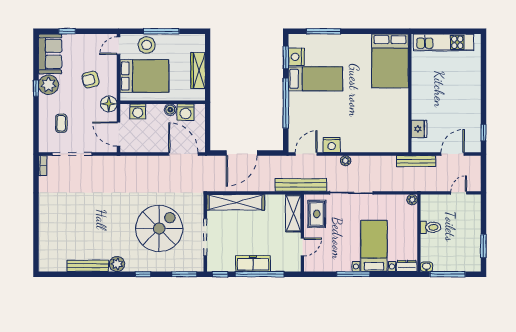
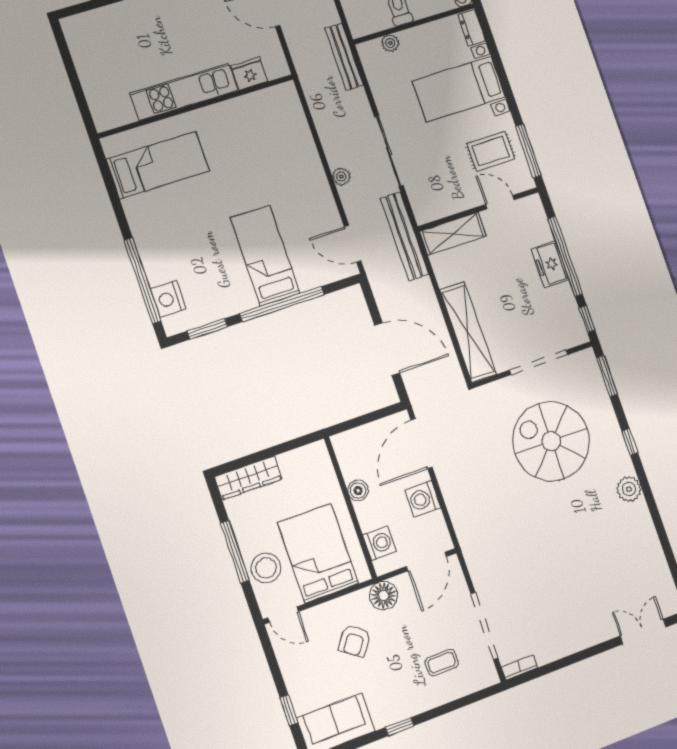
window: (324, 31) -> (143, 281), width x1.46
kitchen unit: (443, 42) -> (184, 92), moved, turned -90
nightstand: (296, 57) -> (168, 299), moved, turned 90
bed: (390, 61) -> (158, 165), width x0.67
wardrobe: (198, 70) -> (248, 478), moved
bed: (315, 79) -> (265, 256), moved
armchair: (90, 80) -> (355, 641), turned 50
plant: (48, 85) -> (387, 708), removed
washing machine: (186, 112) -> (423, 499), moved, turned 180
nightstand: (332, 145) -> (324, 207), removed
bench: (416, 161) -> (344, 57), moved
plant: (412, 200) -> (390, 43), moved
rug: (317, 214) -> (491, 151), moved
double door: (36, 243) -> (643, 631), added
freezer: (253, 264) -> (550, 264), width x0.71
bench: (88, 266) -> (648, 535), removed
window: (353, 274) -> (528, 151), moved

